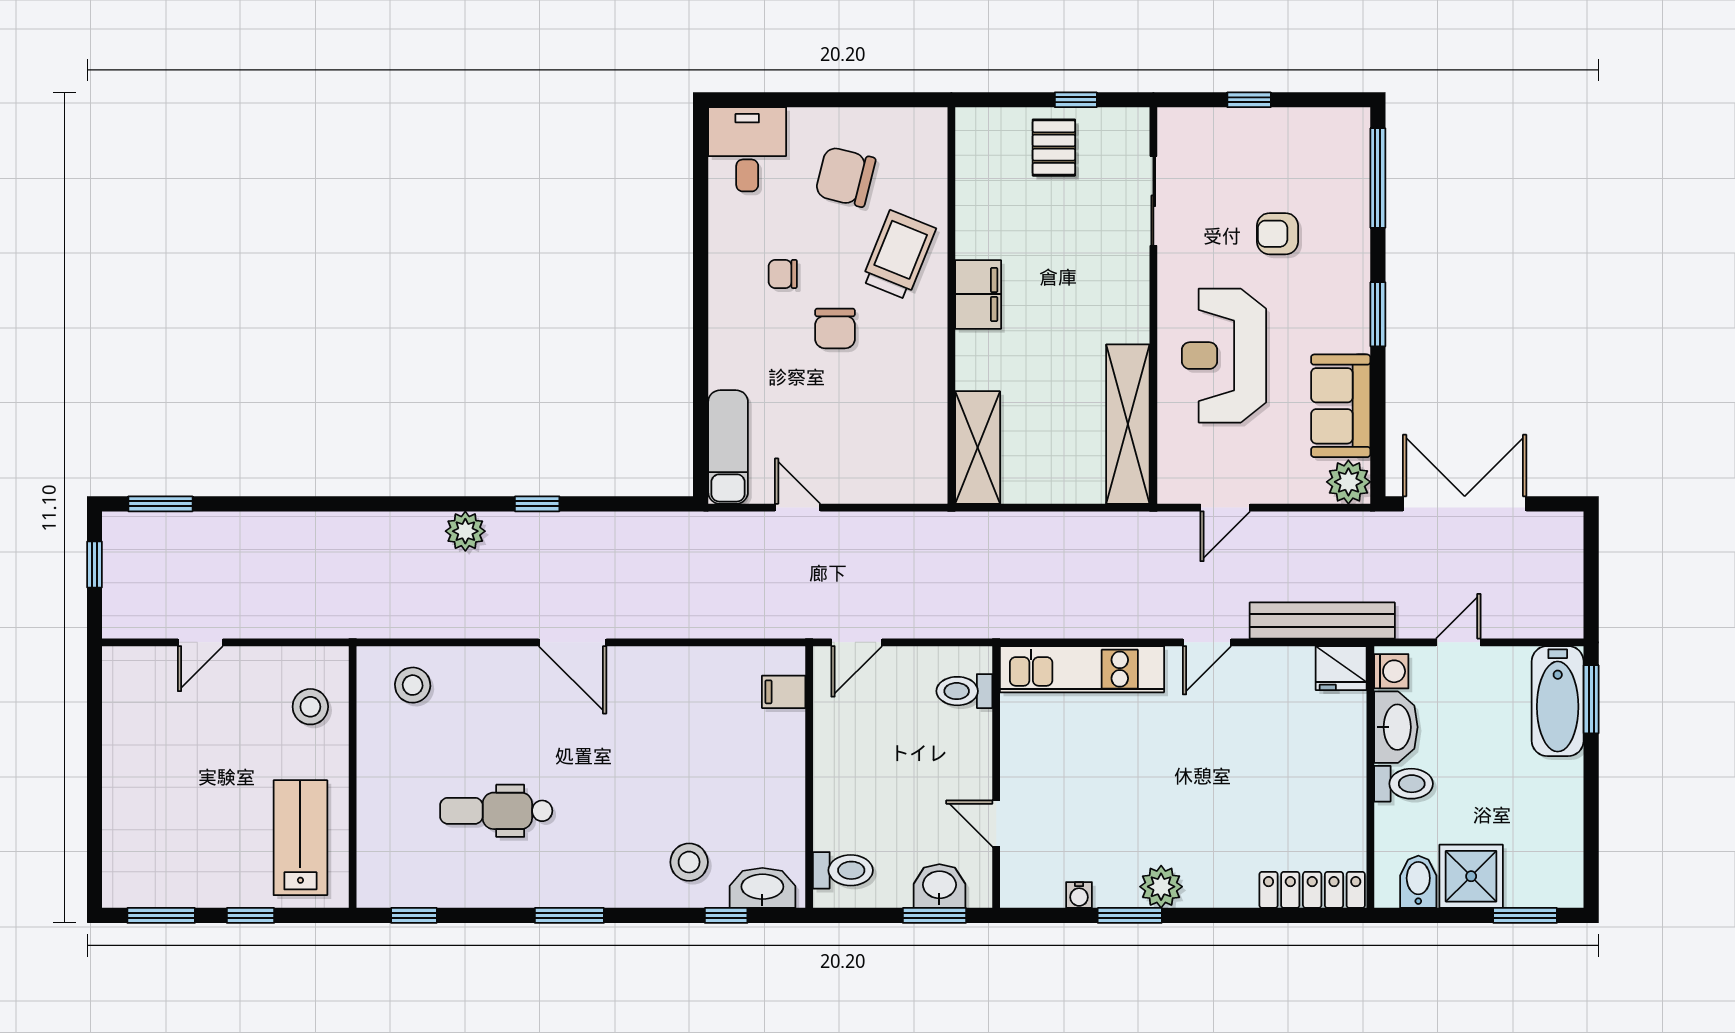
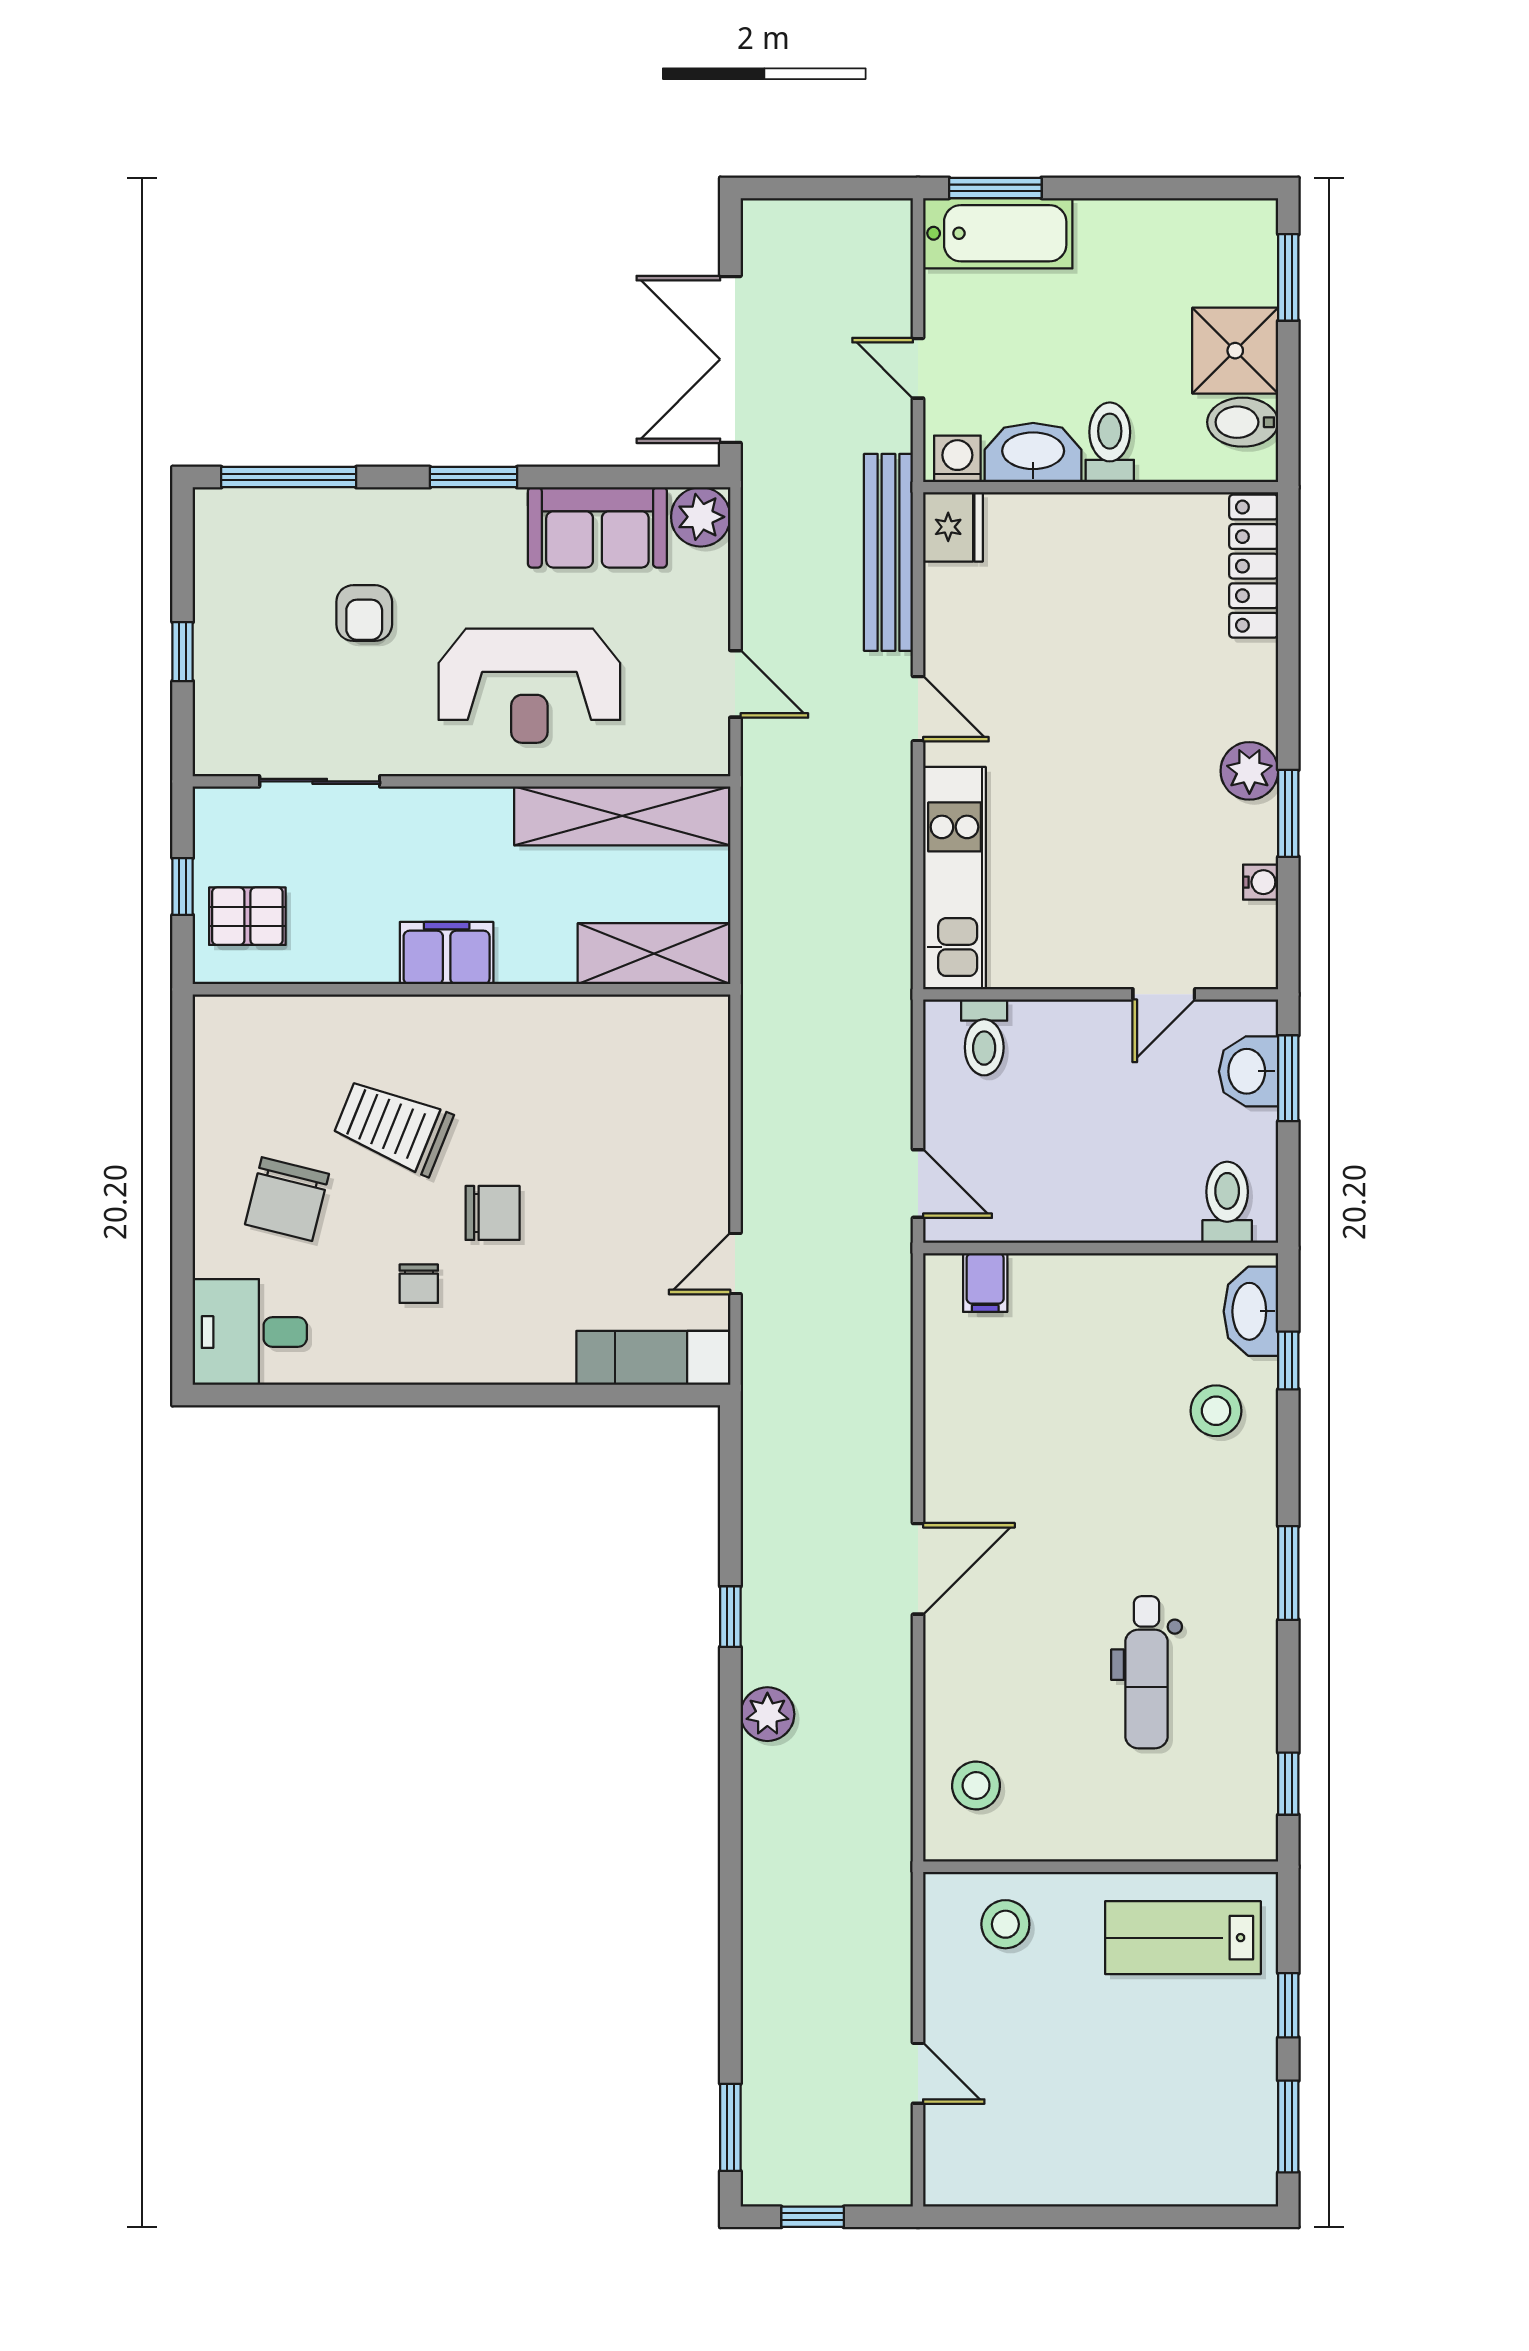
filing cabinet: (978, 294) -> (447, 953), moved
wall: (951, 306) -> (462, 989), moved
shelving: (978, 448) -> (654, 954), moved

